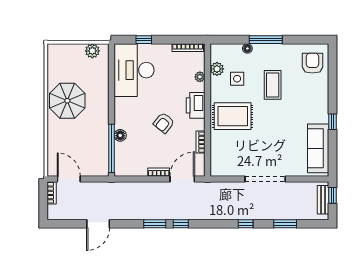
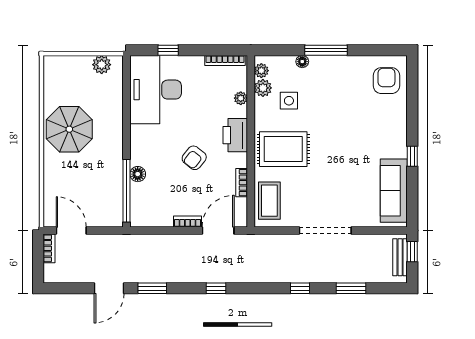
plant: (216, 55) -> (261, 71), added
coffee table: (273, 85) -> (269, 201), moved
window: (155, 224) -> (152, 288), moved

